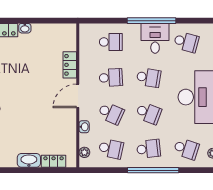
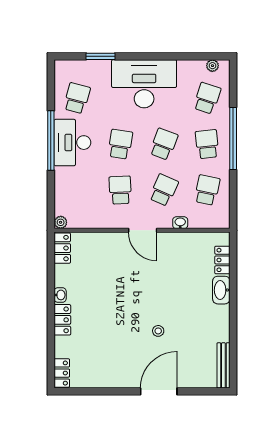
desk: (155, 38) -> (72, 143), width x1.37
school desk: (111, 42) -> (77, 190), removed
locker: (70, 65) -> (62, 248), moved, turned -90
plant: (84, 152) -> (61, 222), moved

